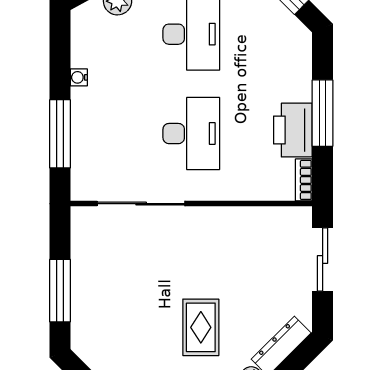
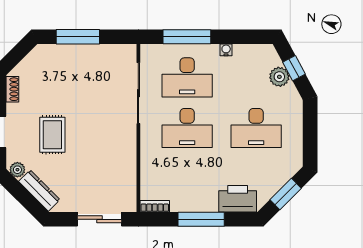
printer: (293, 130) -> (238, 199), moved
desk: (118, 134) -> (187, 77), added
rug: (201, 327) -> (52, 135), turned 90

